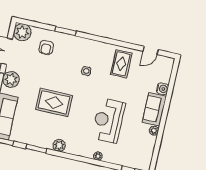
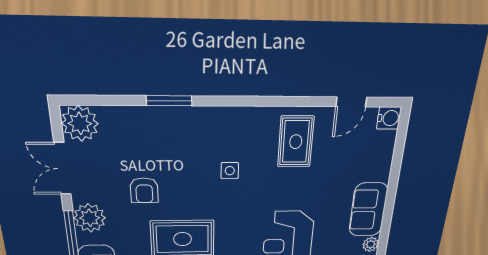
armchair: (46, 47) -> (144, 190), moved
water cooler: (162, 89) -> (389, 118), moved

